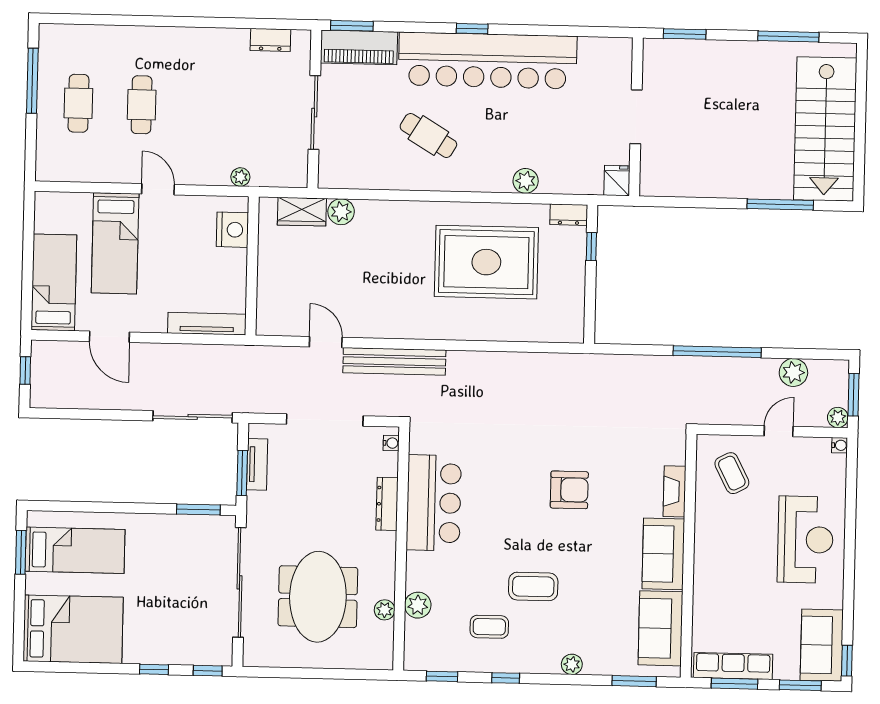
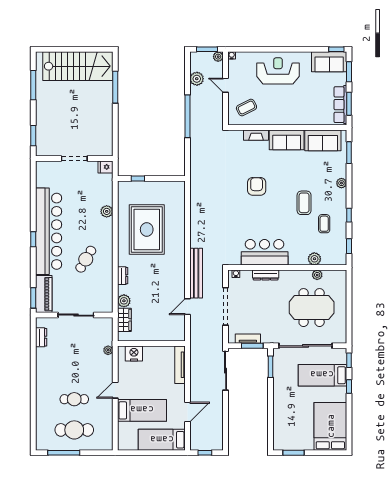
cafe table: (78, 103) -> (74, 430), width x1.37, depth x1.35
dresser: (569, 215) -> (123, 276), moved
bed: (75, 550) -> (322, 375), moved, turned -90

